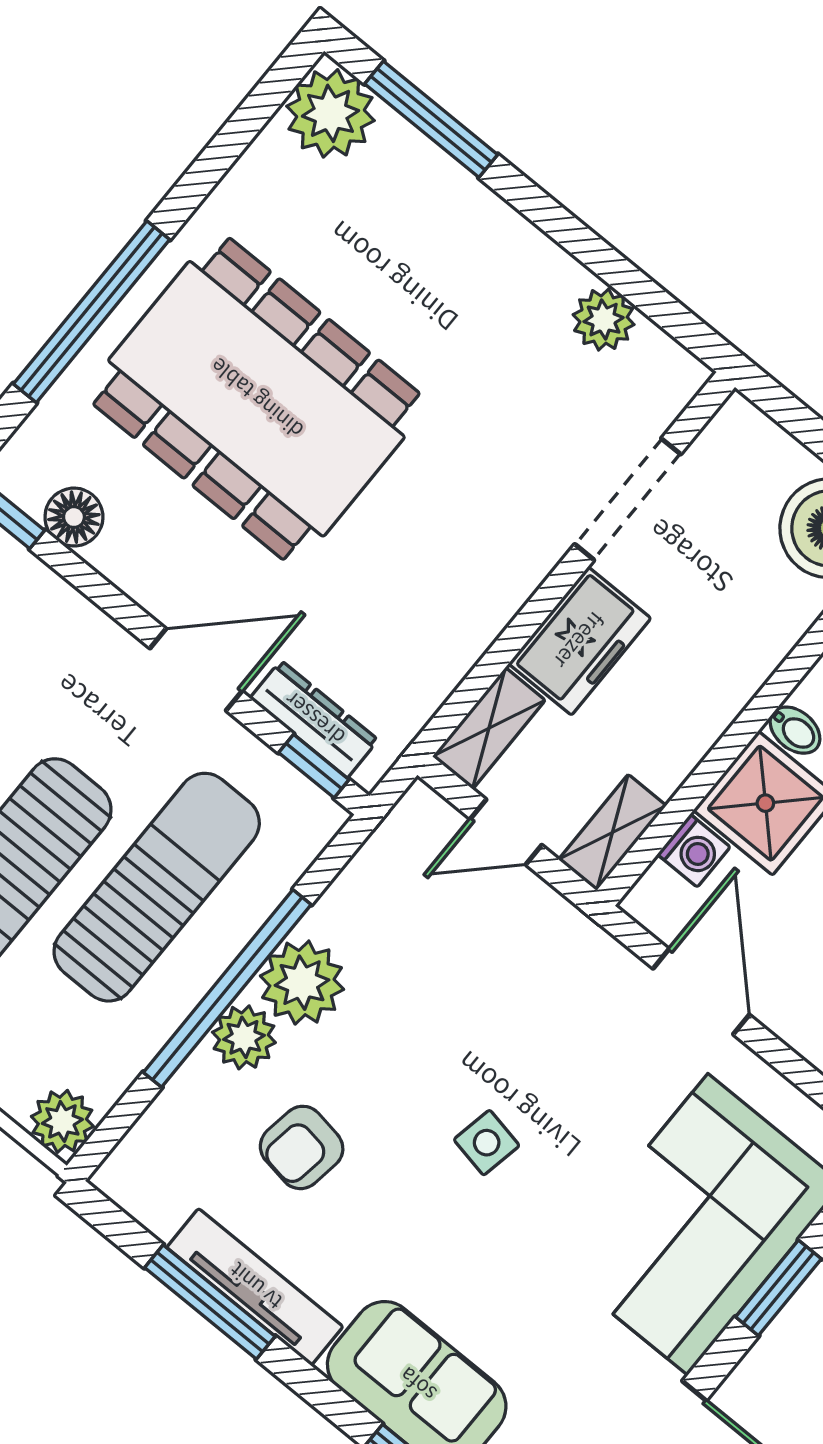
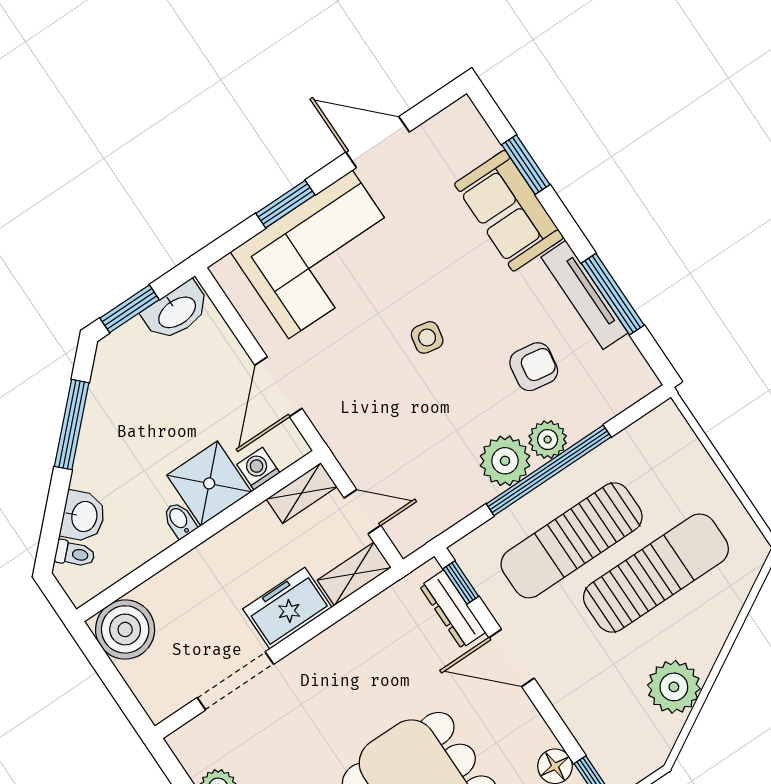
plant: (62, 1121) -> (666, 423), removed

